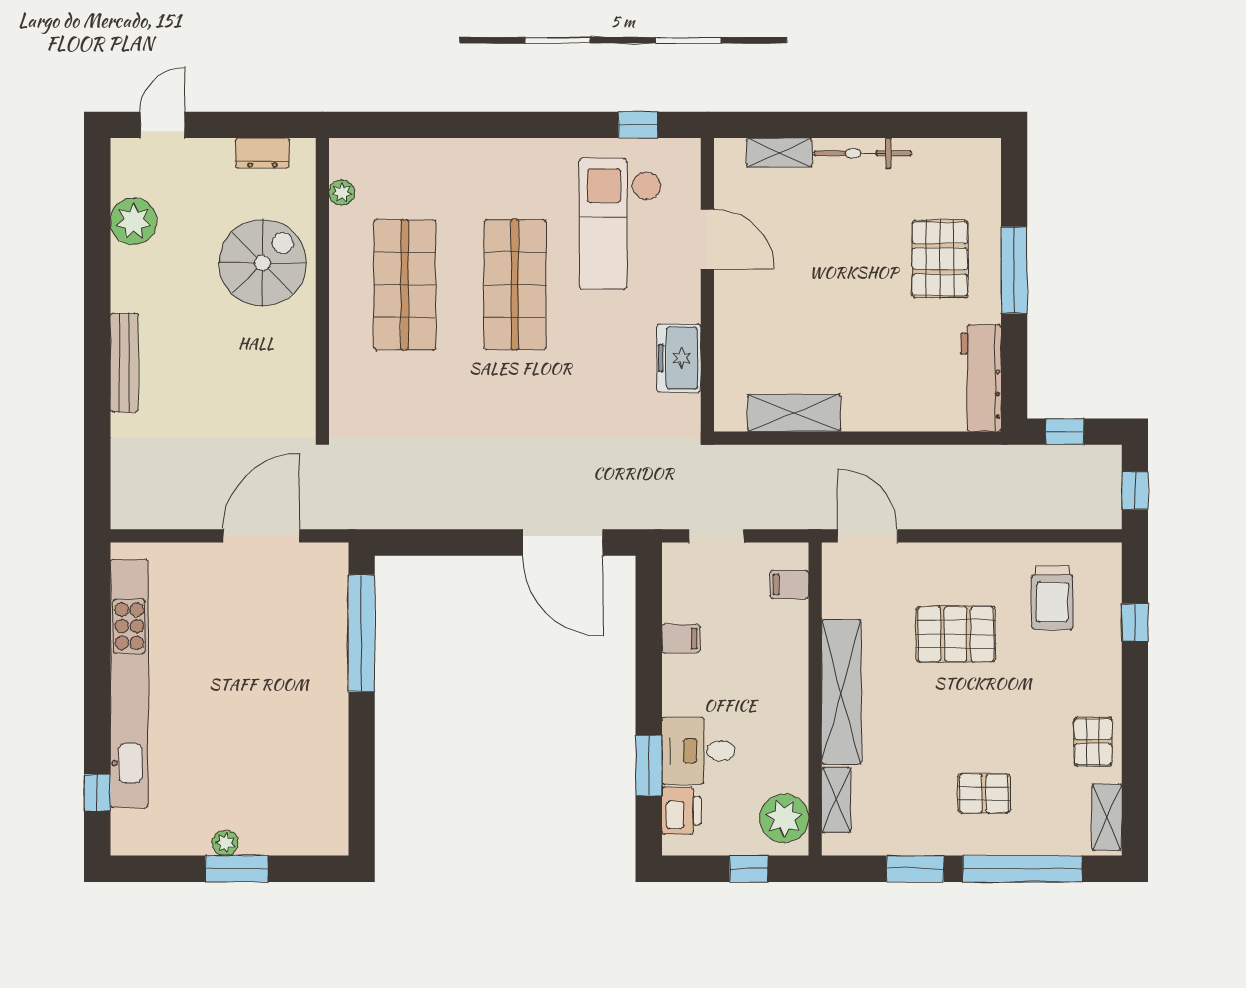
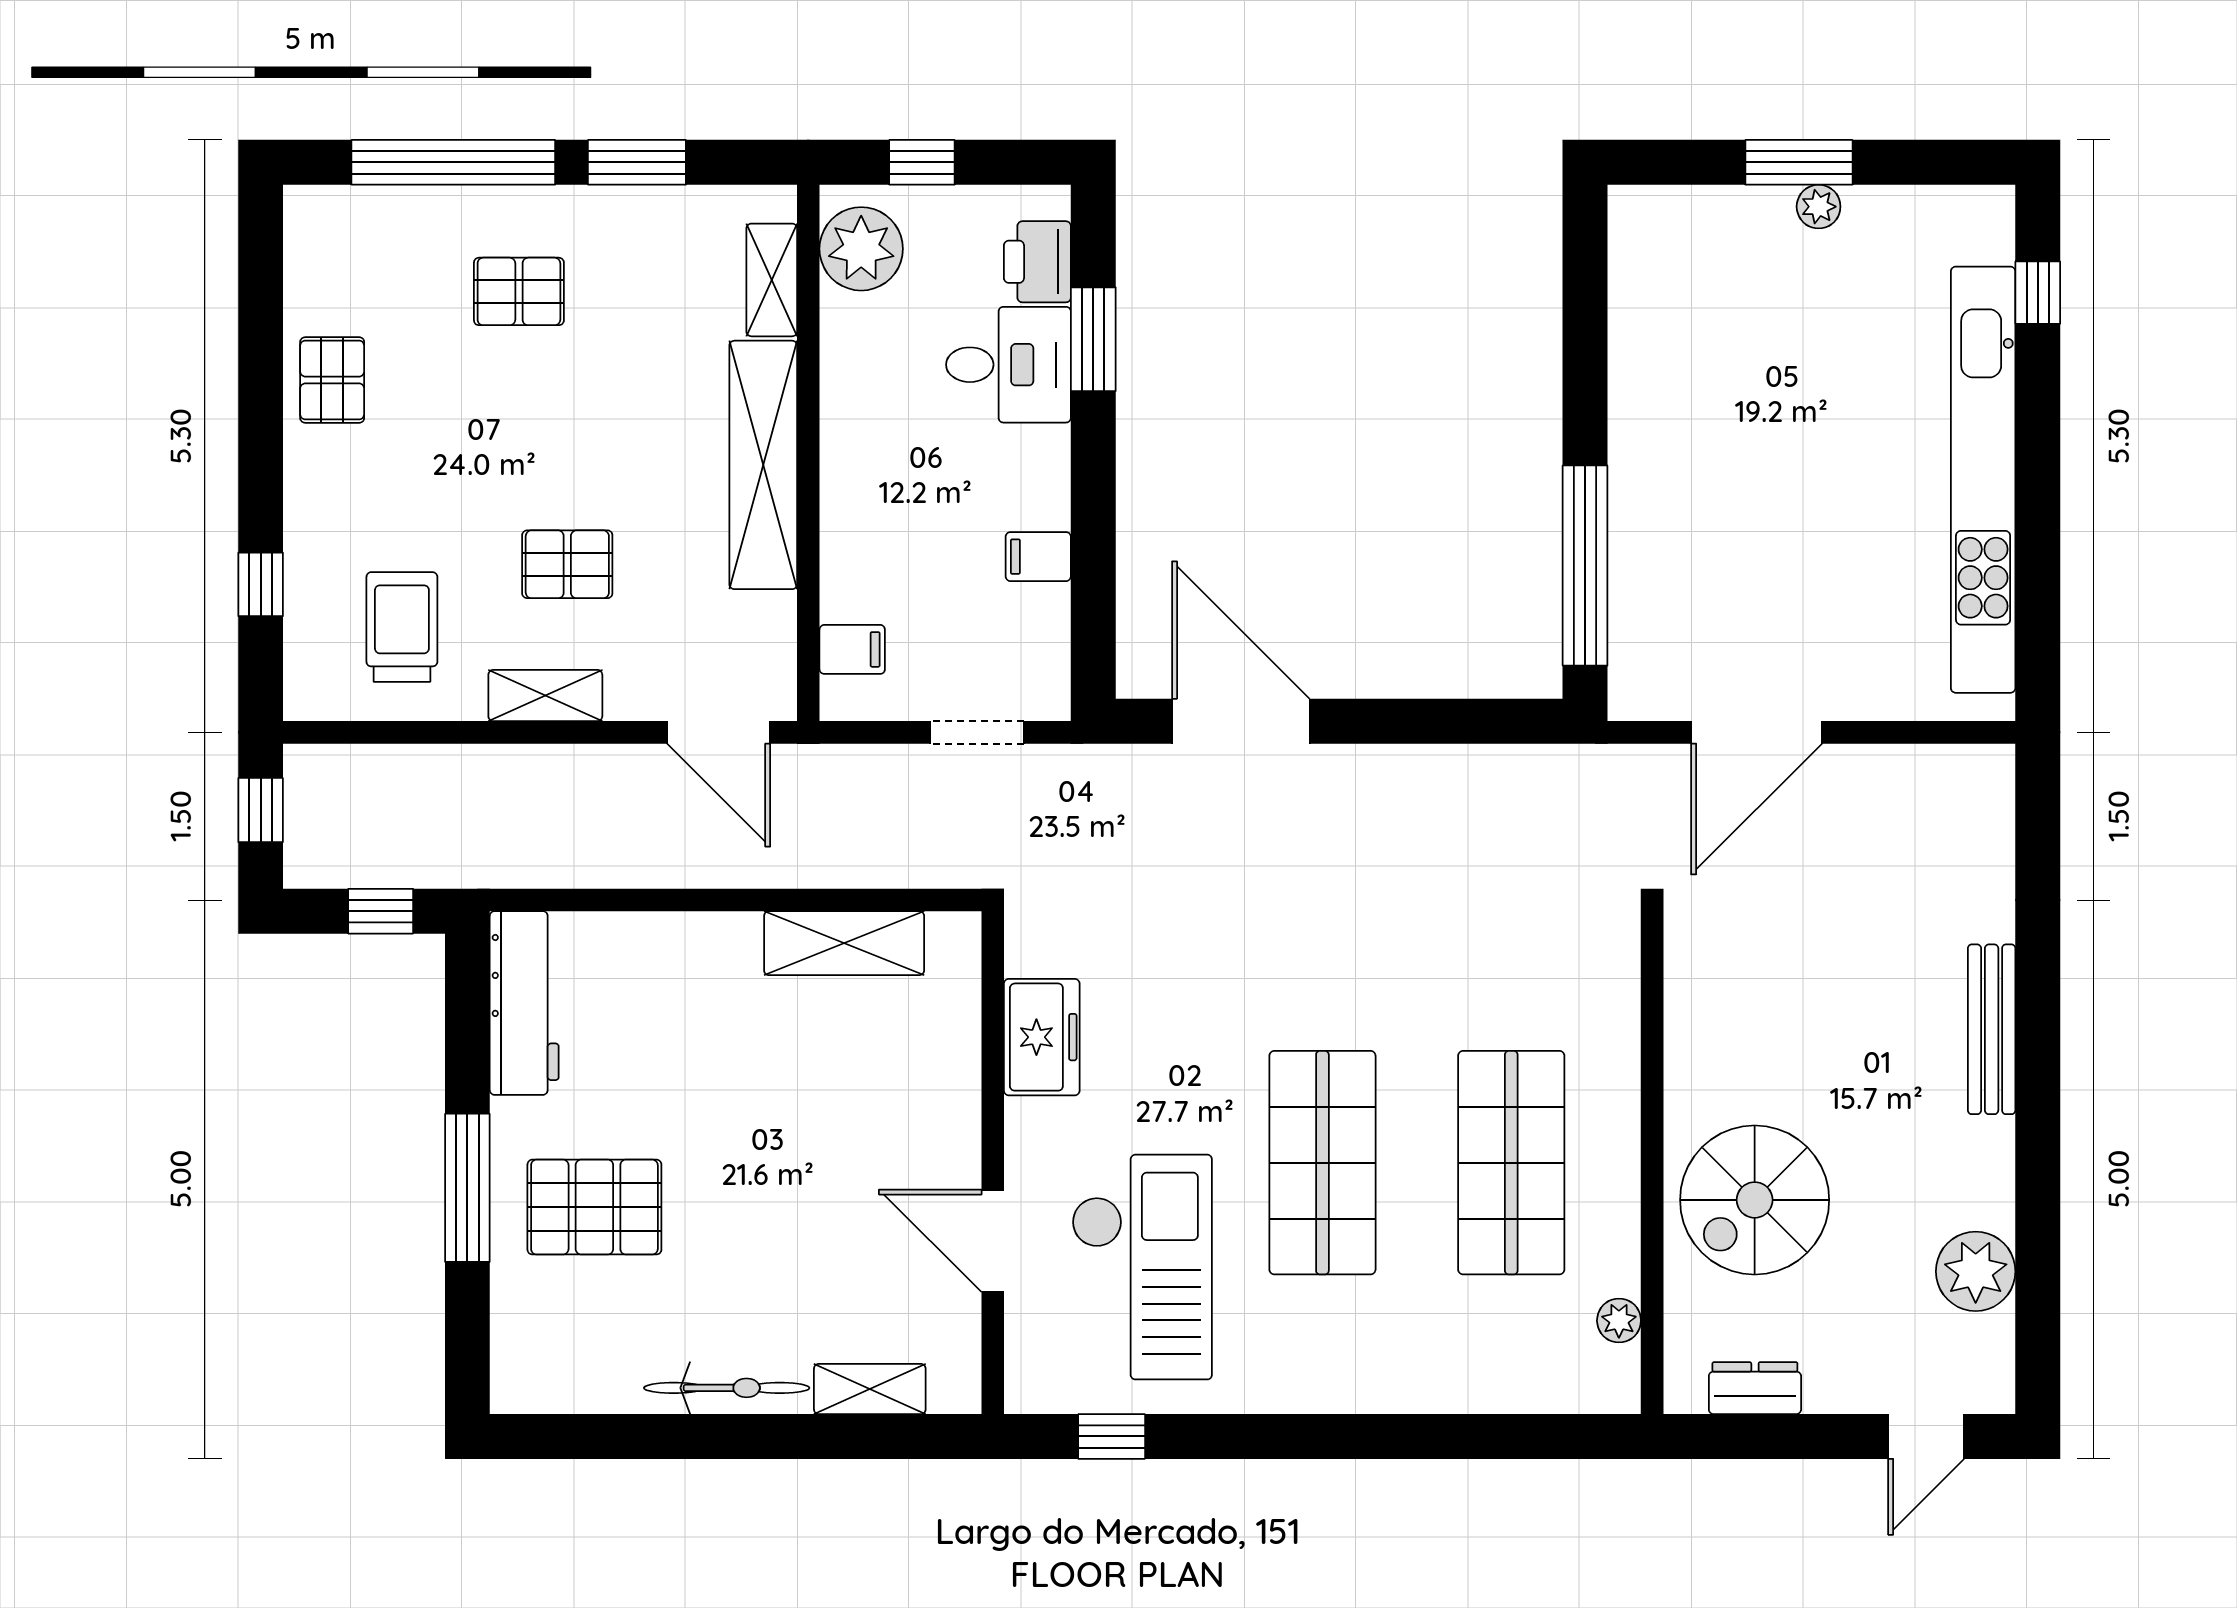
pallet: (940, 259) -> (594, 1207), turned 90
pallet: (956, 634) -> (567, 564), width x0.67, depth x0.71
shelving: (1107, 817) -> (545, 696), moved, turned 90

